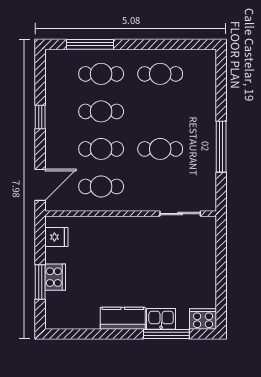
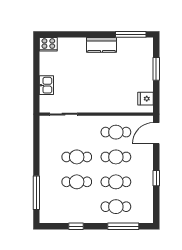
window: (161, 44) -> (76, 226), added
cafe table: (160, 74) -> (77, 182), moved
window: (221, 147) -> (36, 193), moved
cooker: (55, 277) -> (146, 72), removed
kitchen sink: (161, 319) -> (46, 85), moved, turned -90
window: (166, 334) -> (131, 34), moved

